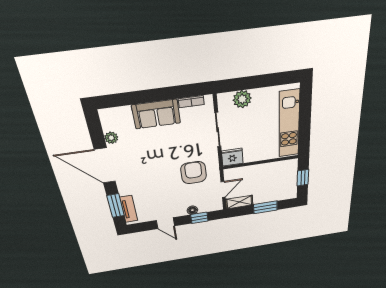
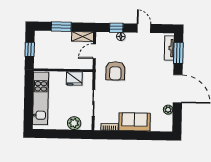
fridge: (232, 157) -> (74, 78), moved

